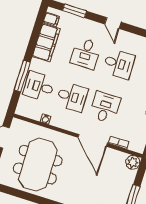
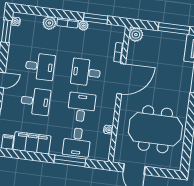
desk: (119, 64) -> (40, 66), turned 90

